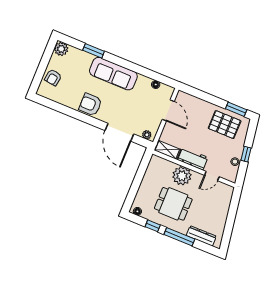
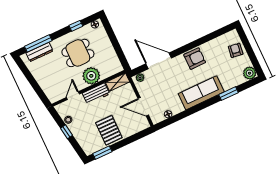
pallet: (225, 125) -> (109, 130), moved, turned 90
window: (179, 237) -> (38, 43), moved

